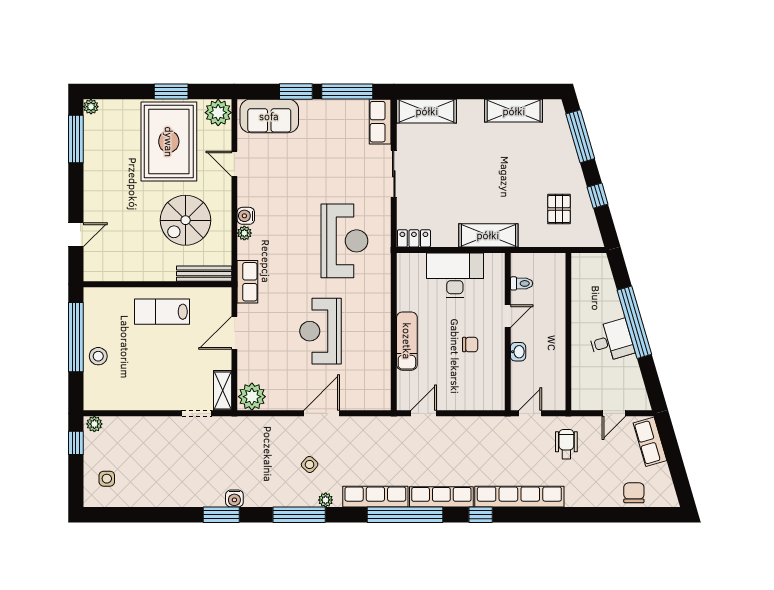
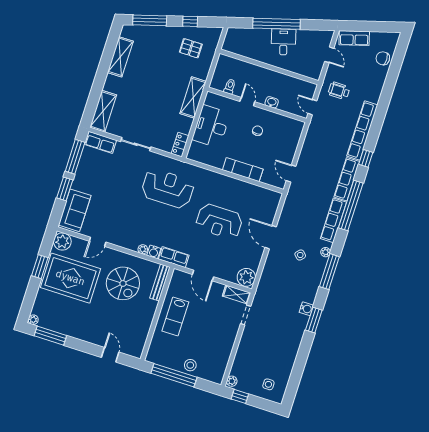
water cooler: (246, 216) -> (154, 252), moved

